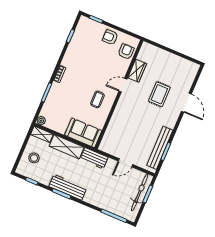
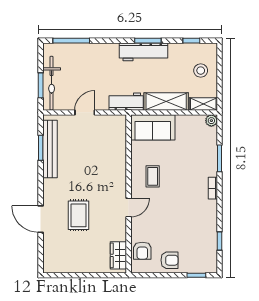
wardrobe: (137, 71) -> (118, 255), moved

